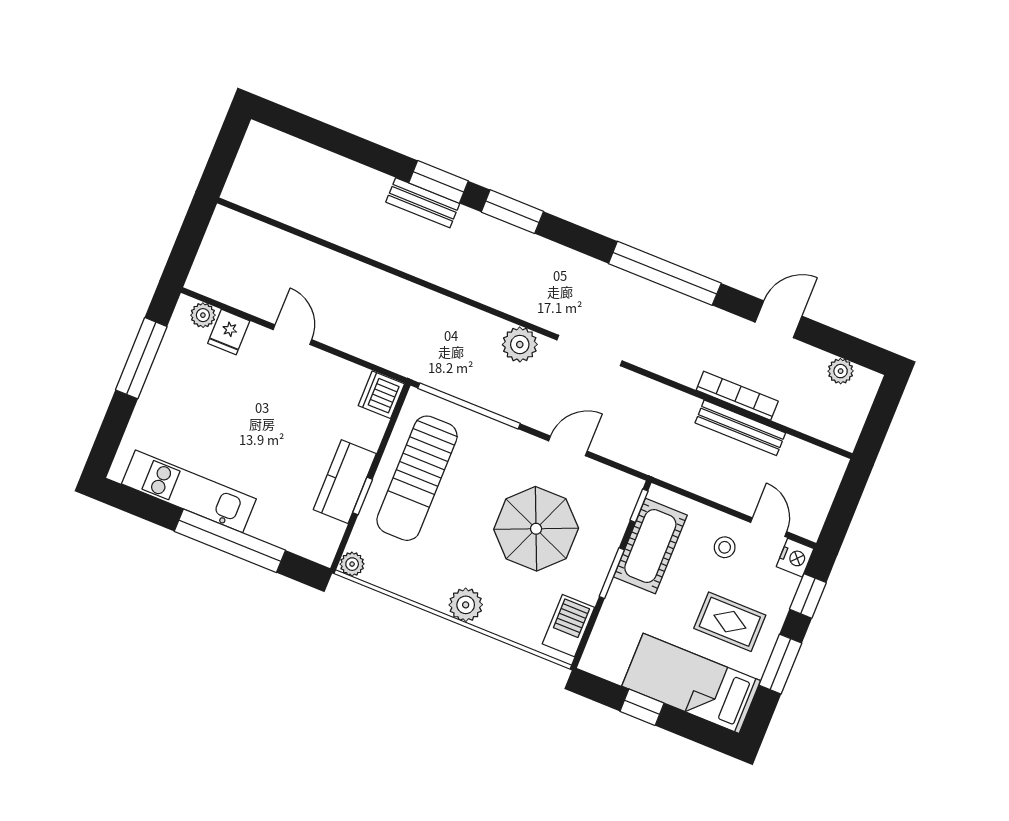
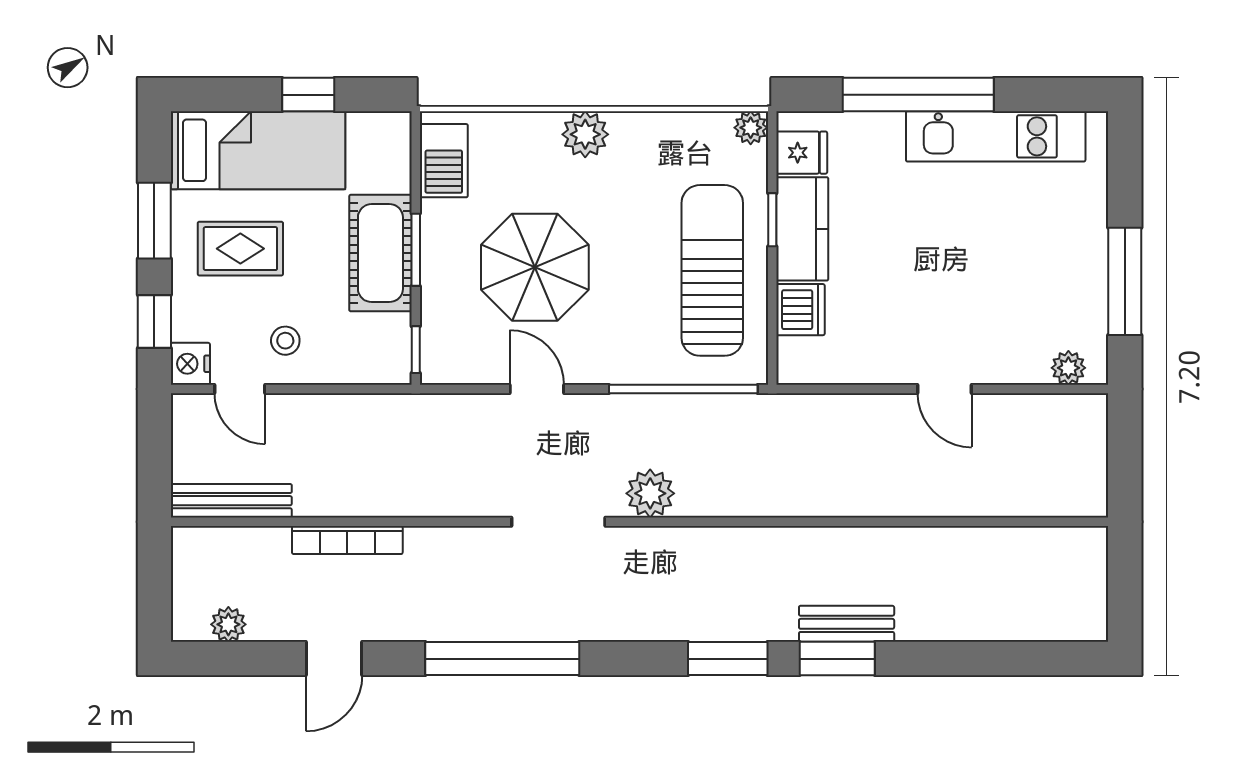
fridge: (229, 332) -> (802, 153), moved, turned 90
dishwasher: (381, 395) -> (801, 310), moved
bench: (740, 428) -> (231, 501), moved
door: (568, 446) -> (537, 389), swing flipped
cot: (650, 546) -> (380, 253), moved

